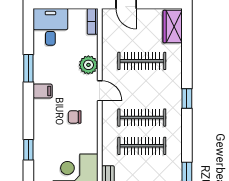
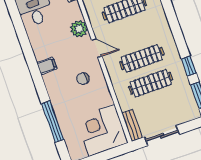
window: (28, 68) -> (27, 50), removed
window: (187, 99) -> (189, 66), moved
window: (28, 150) -> (53, 122), width x2.17

